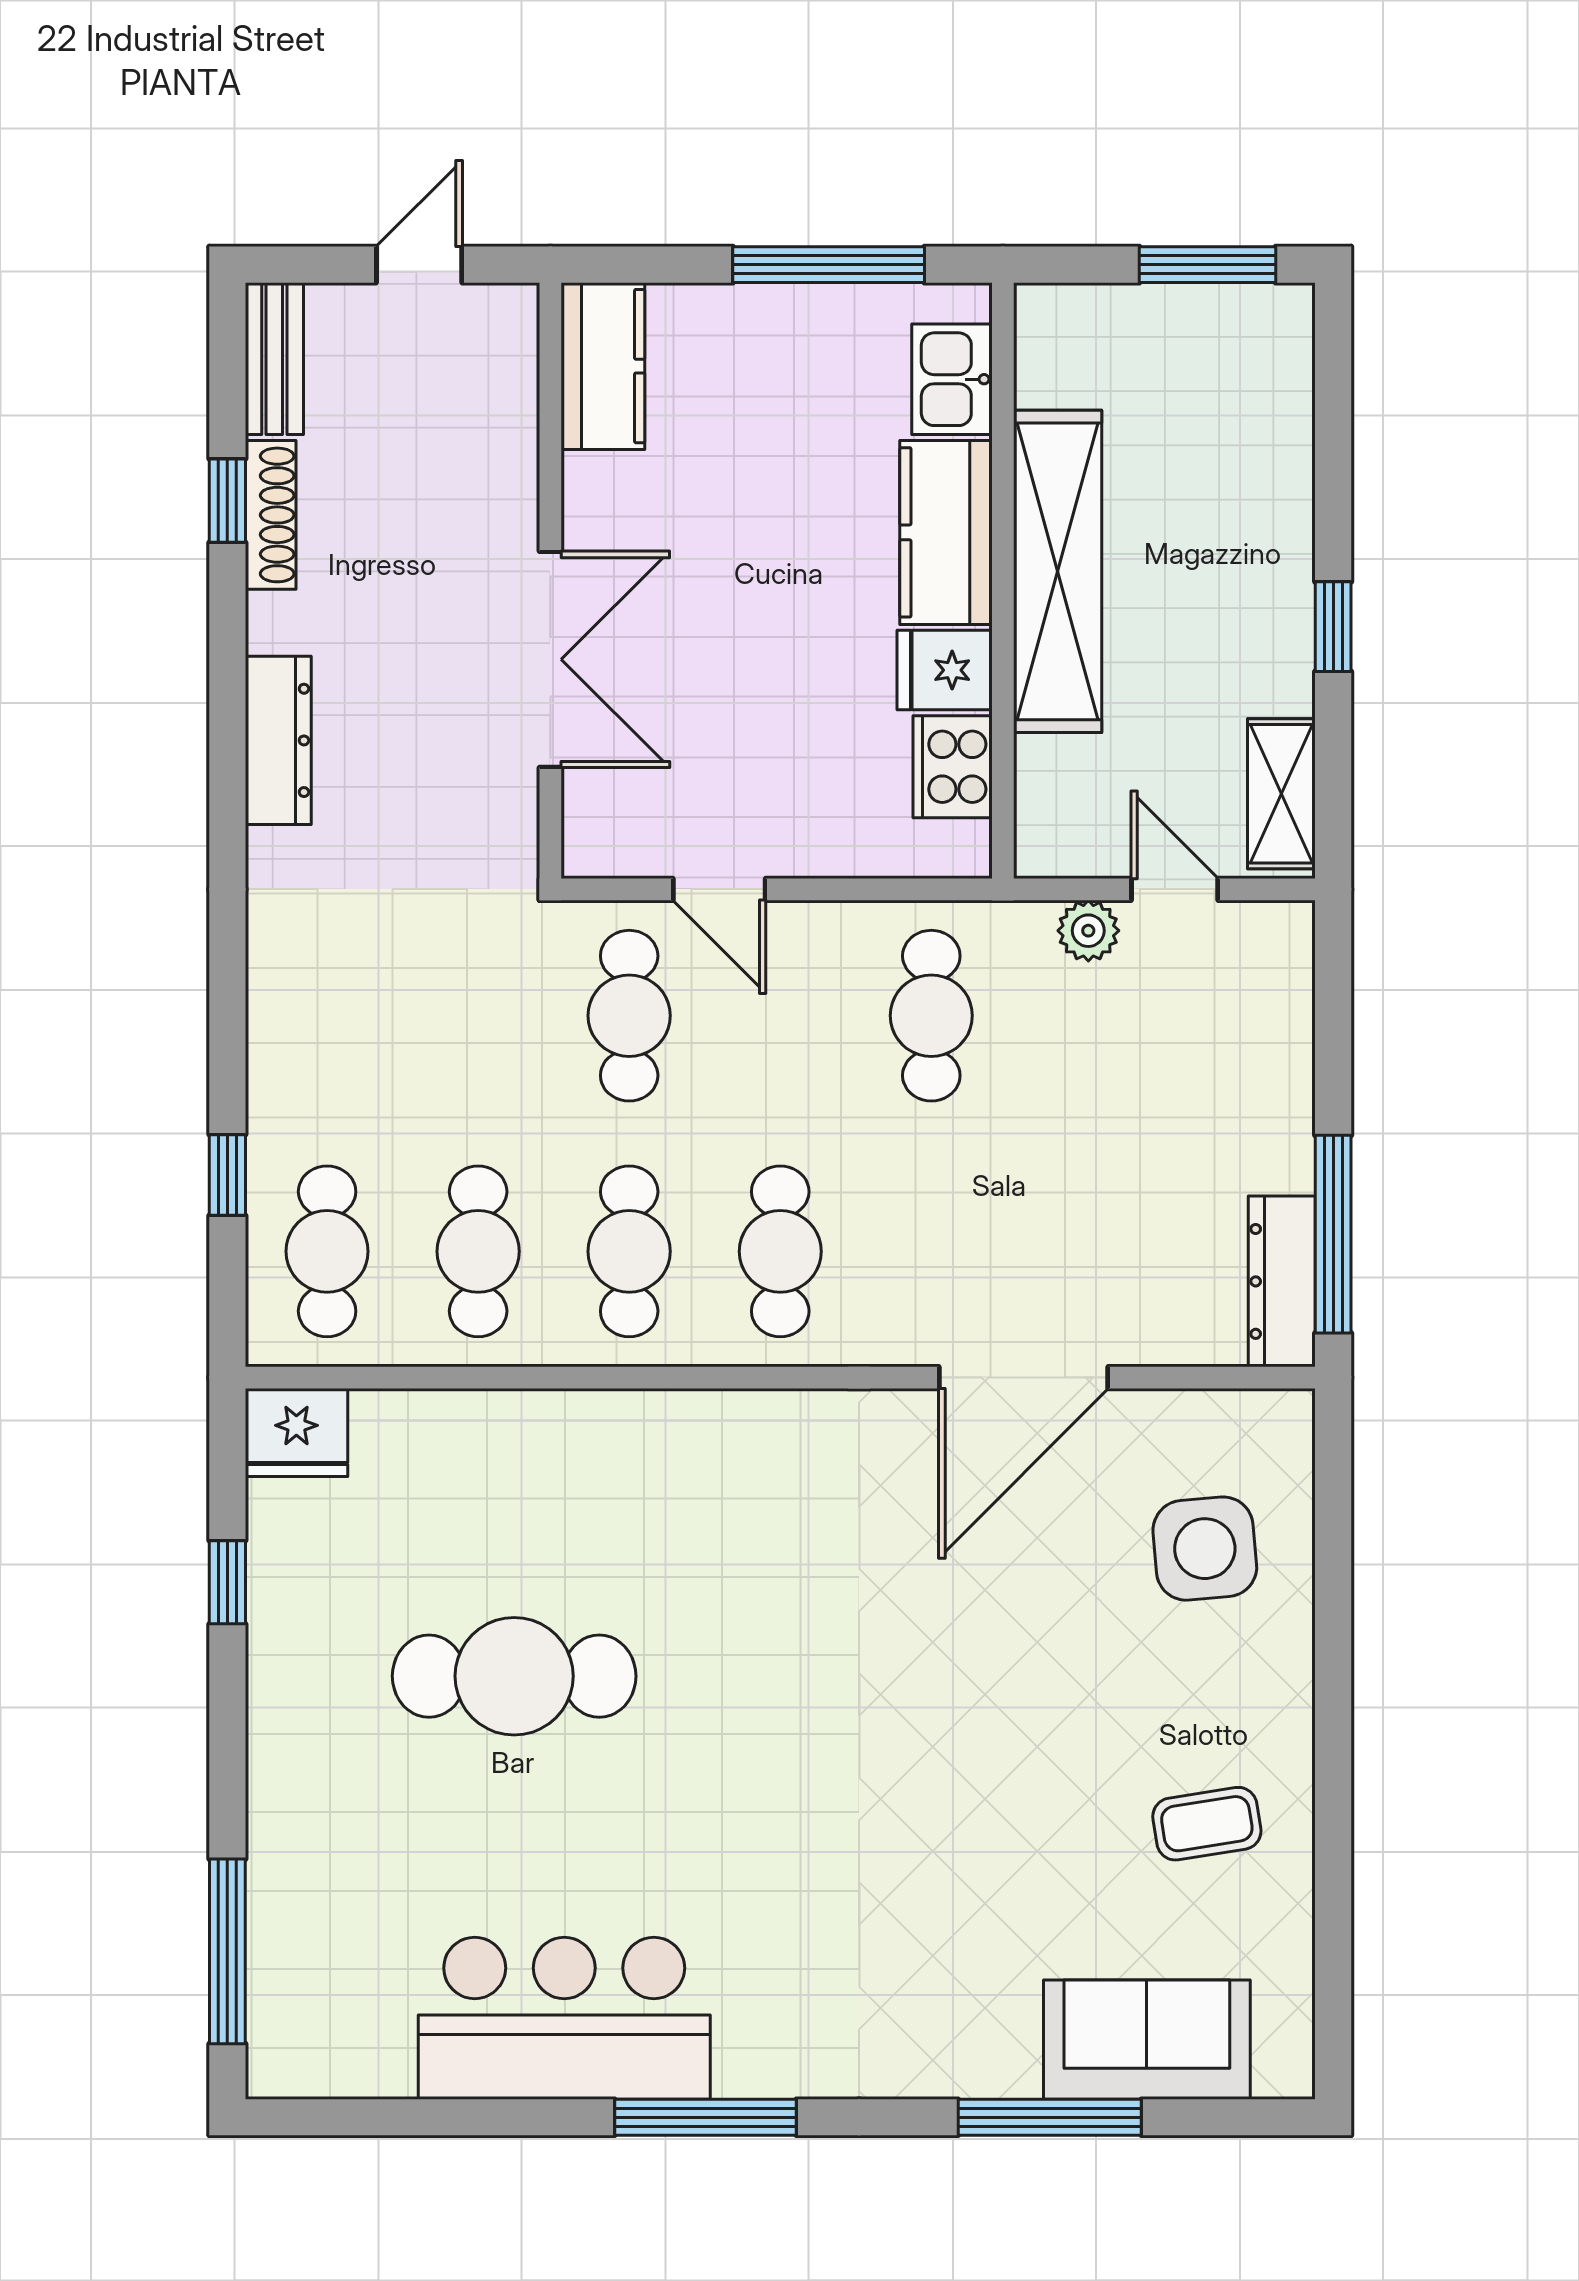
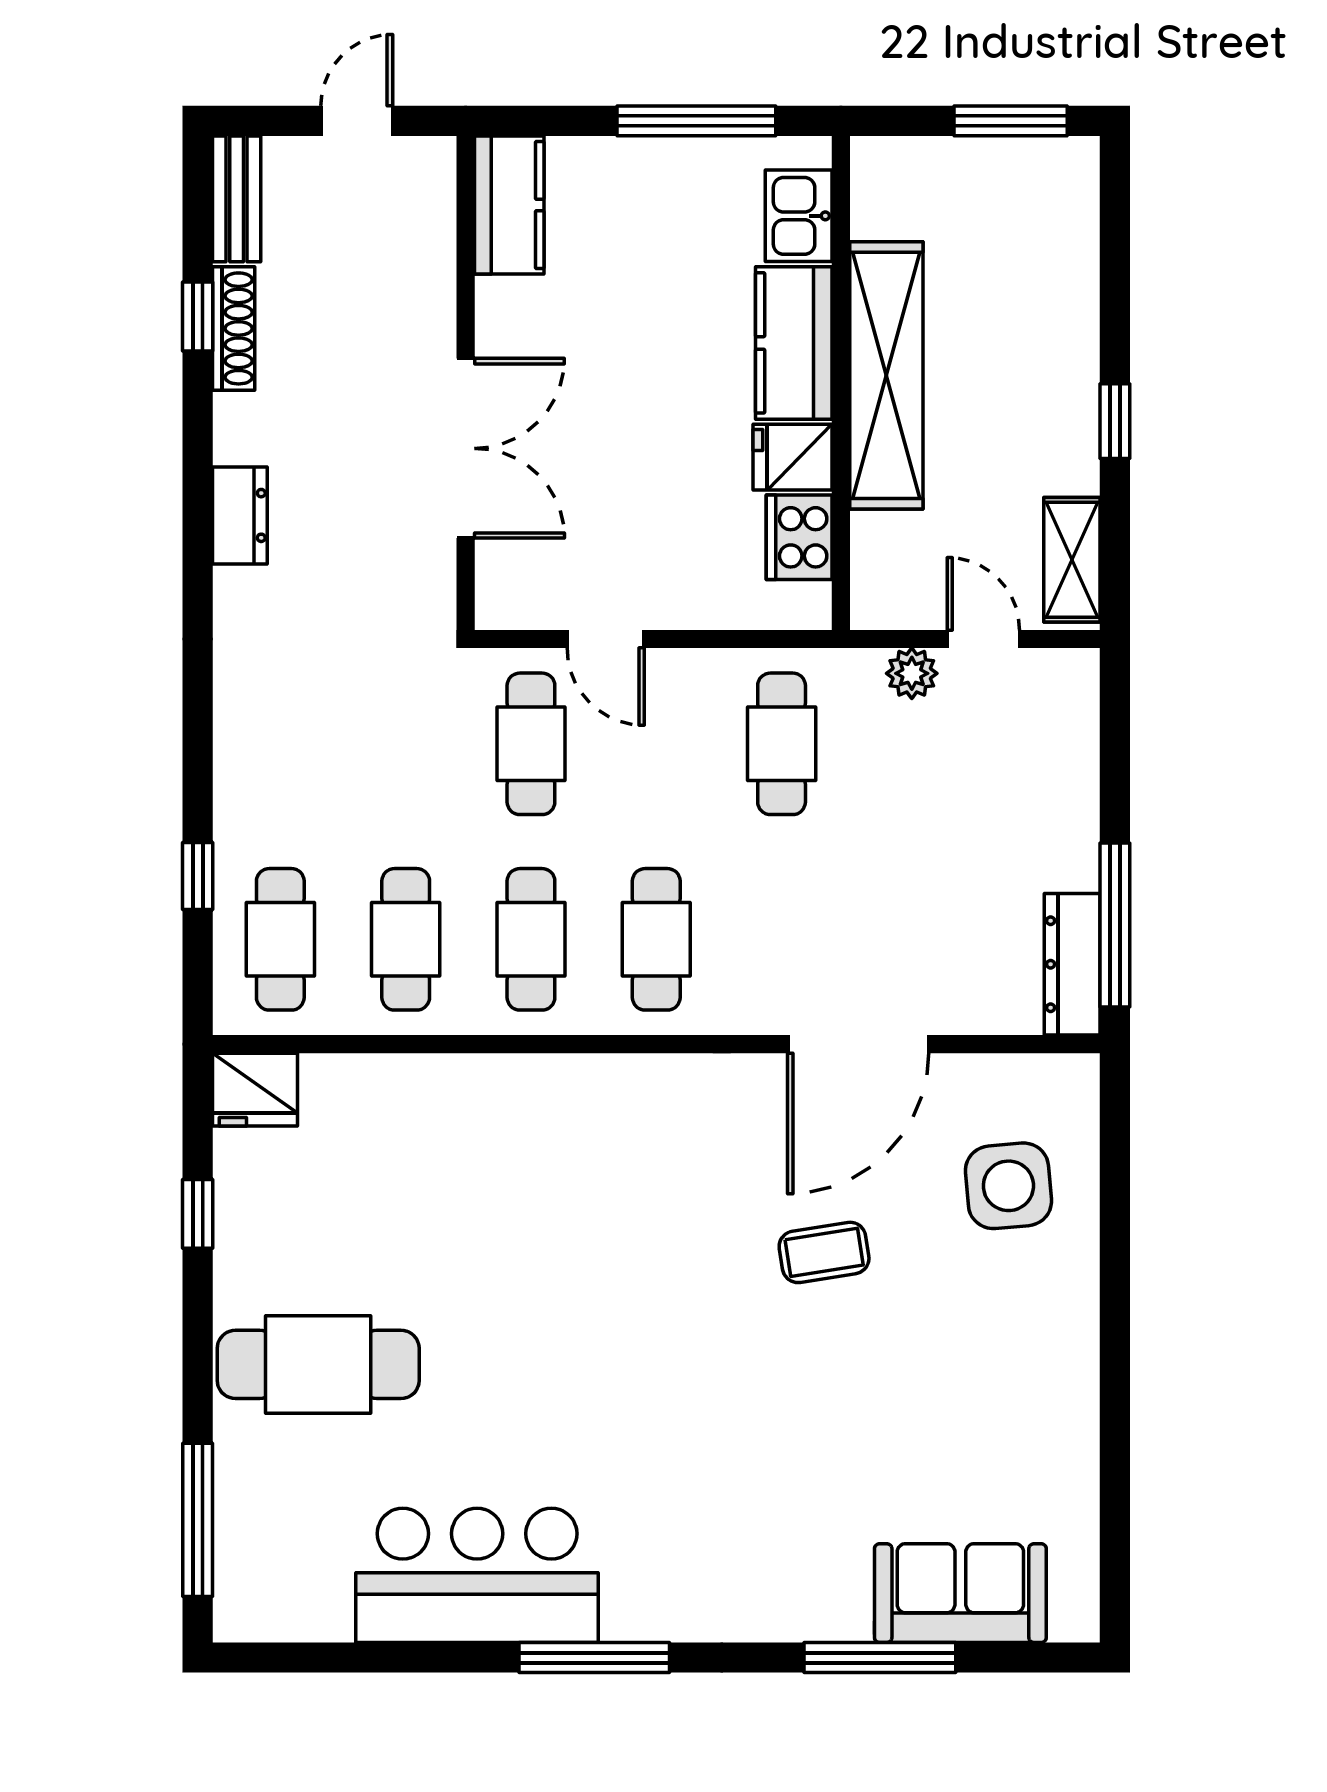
dresser: (278, 740) -> (240, 515), width x0.70
cafe table: (514, 1676) -> (318, 1364), moved
coffee table: (1207, 1824) -> (824, 1252), moved

